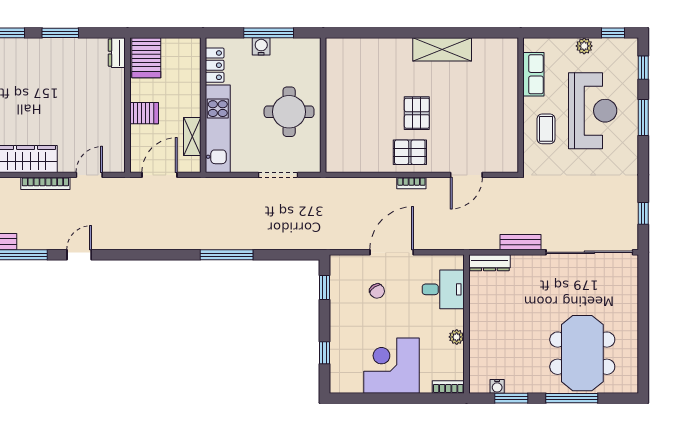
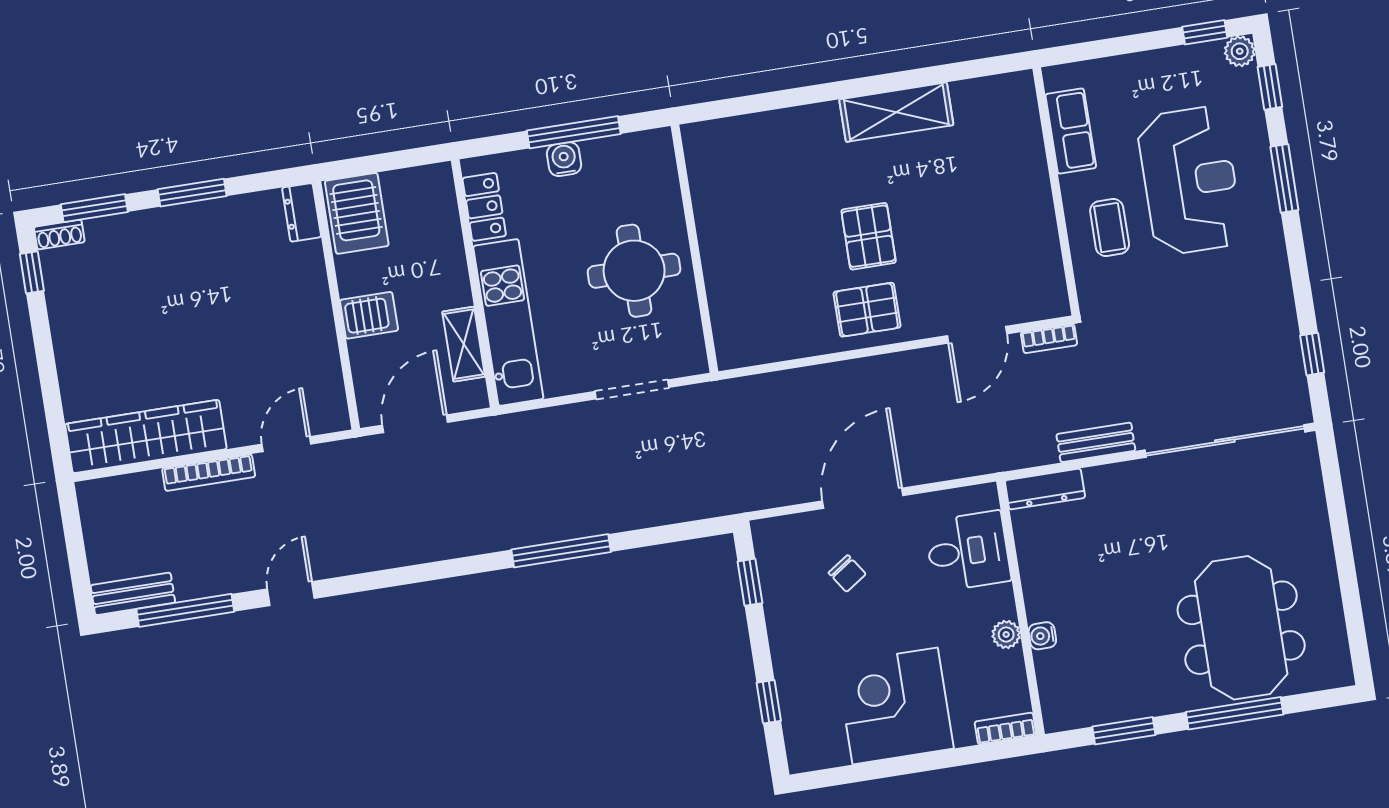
plant: (584, 46) -> (1240, 51), moved
bookcase: (411, 183) -> (1049, 339), moved
water cooler: (497, 386) -> (1042, 636), moved, turned 90

